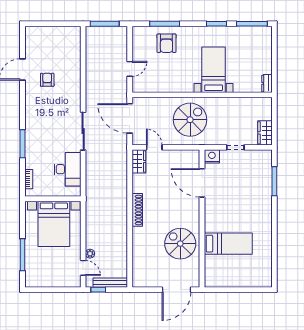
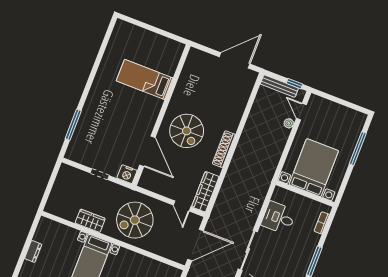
dresser: (267, 83) -> (33, 251), moved
door: (130, 118) -> (195, 245), hinge flipped
wardrobe: (265, 133) -> (90, 221), moved, turned -90
wardrobe: (139, 161) -> (205, 192), width x1.50
desk: (67, 169) -> (279, 218), width x0.73
spiral stairs: (180, 244) -> (187, 131), moved
door: (176, 290) -> (235, 60), moved

